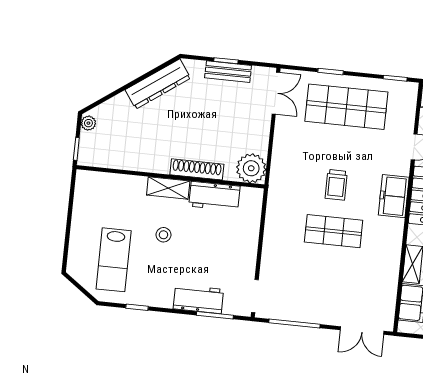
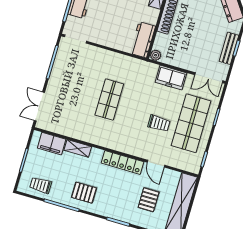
plant: (251, 168) -> (156, 55), width x0.53, depth x0.53
trolley: (336, 185) -> (159, 123), moved, turned 180
workbench: (214, 196) -> (143, 40), moved
freezer: (394, 196) -> (171, 78), moved, turned 180

